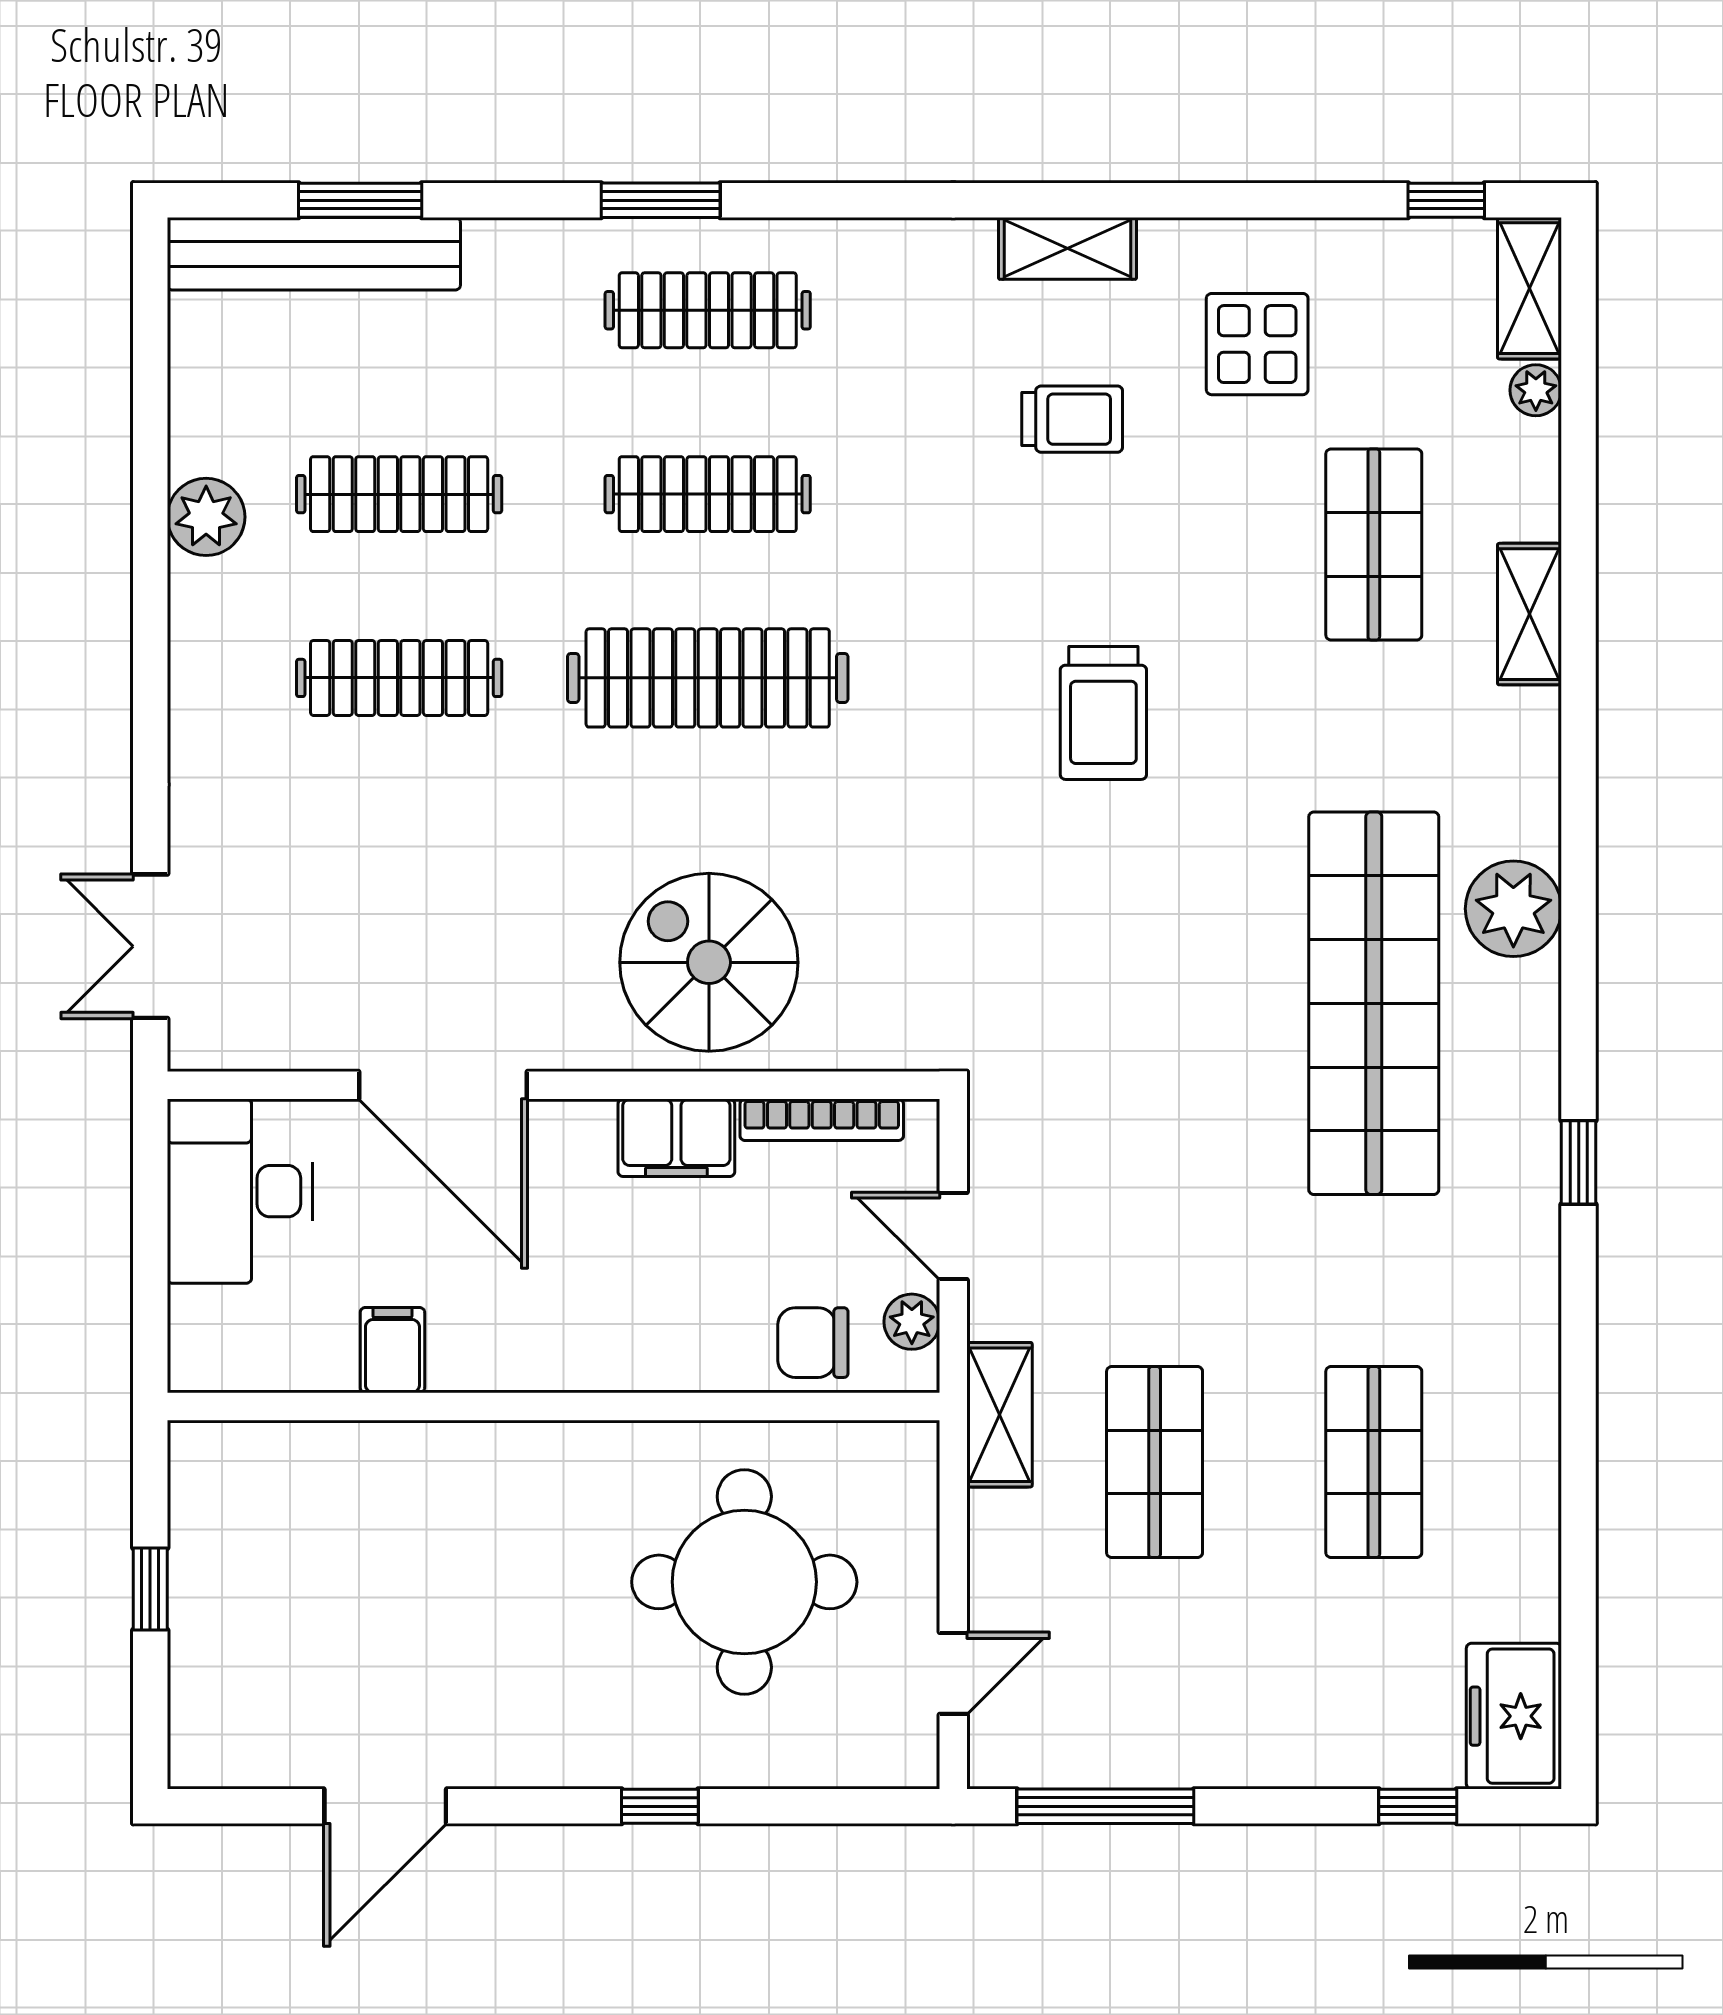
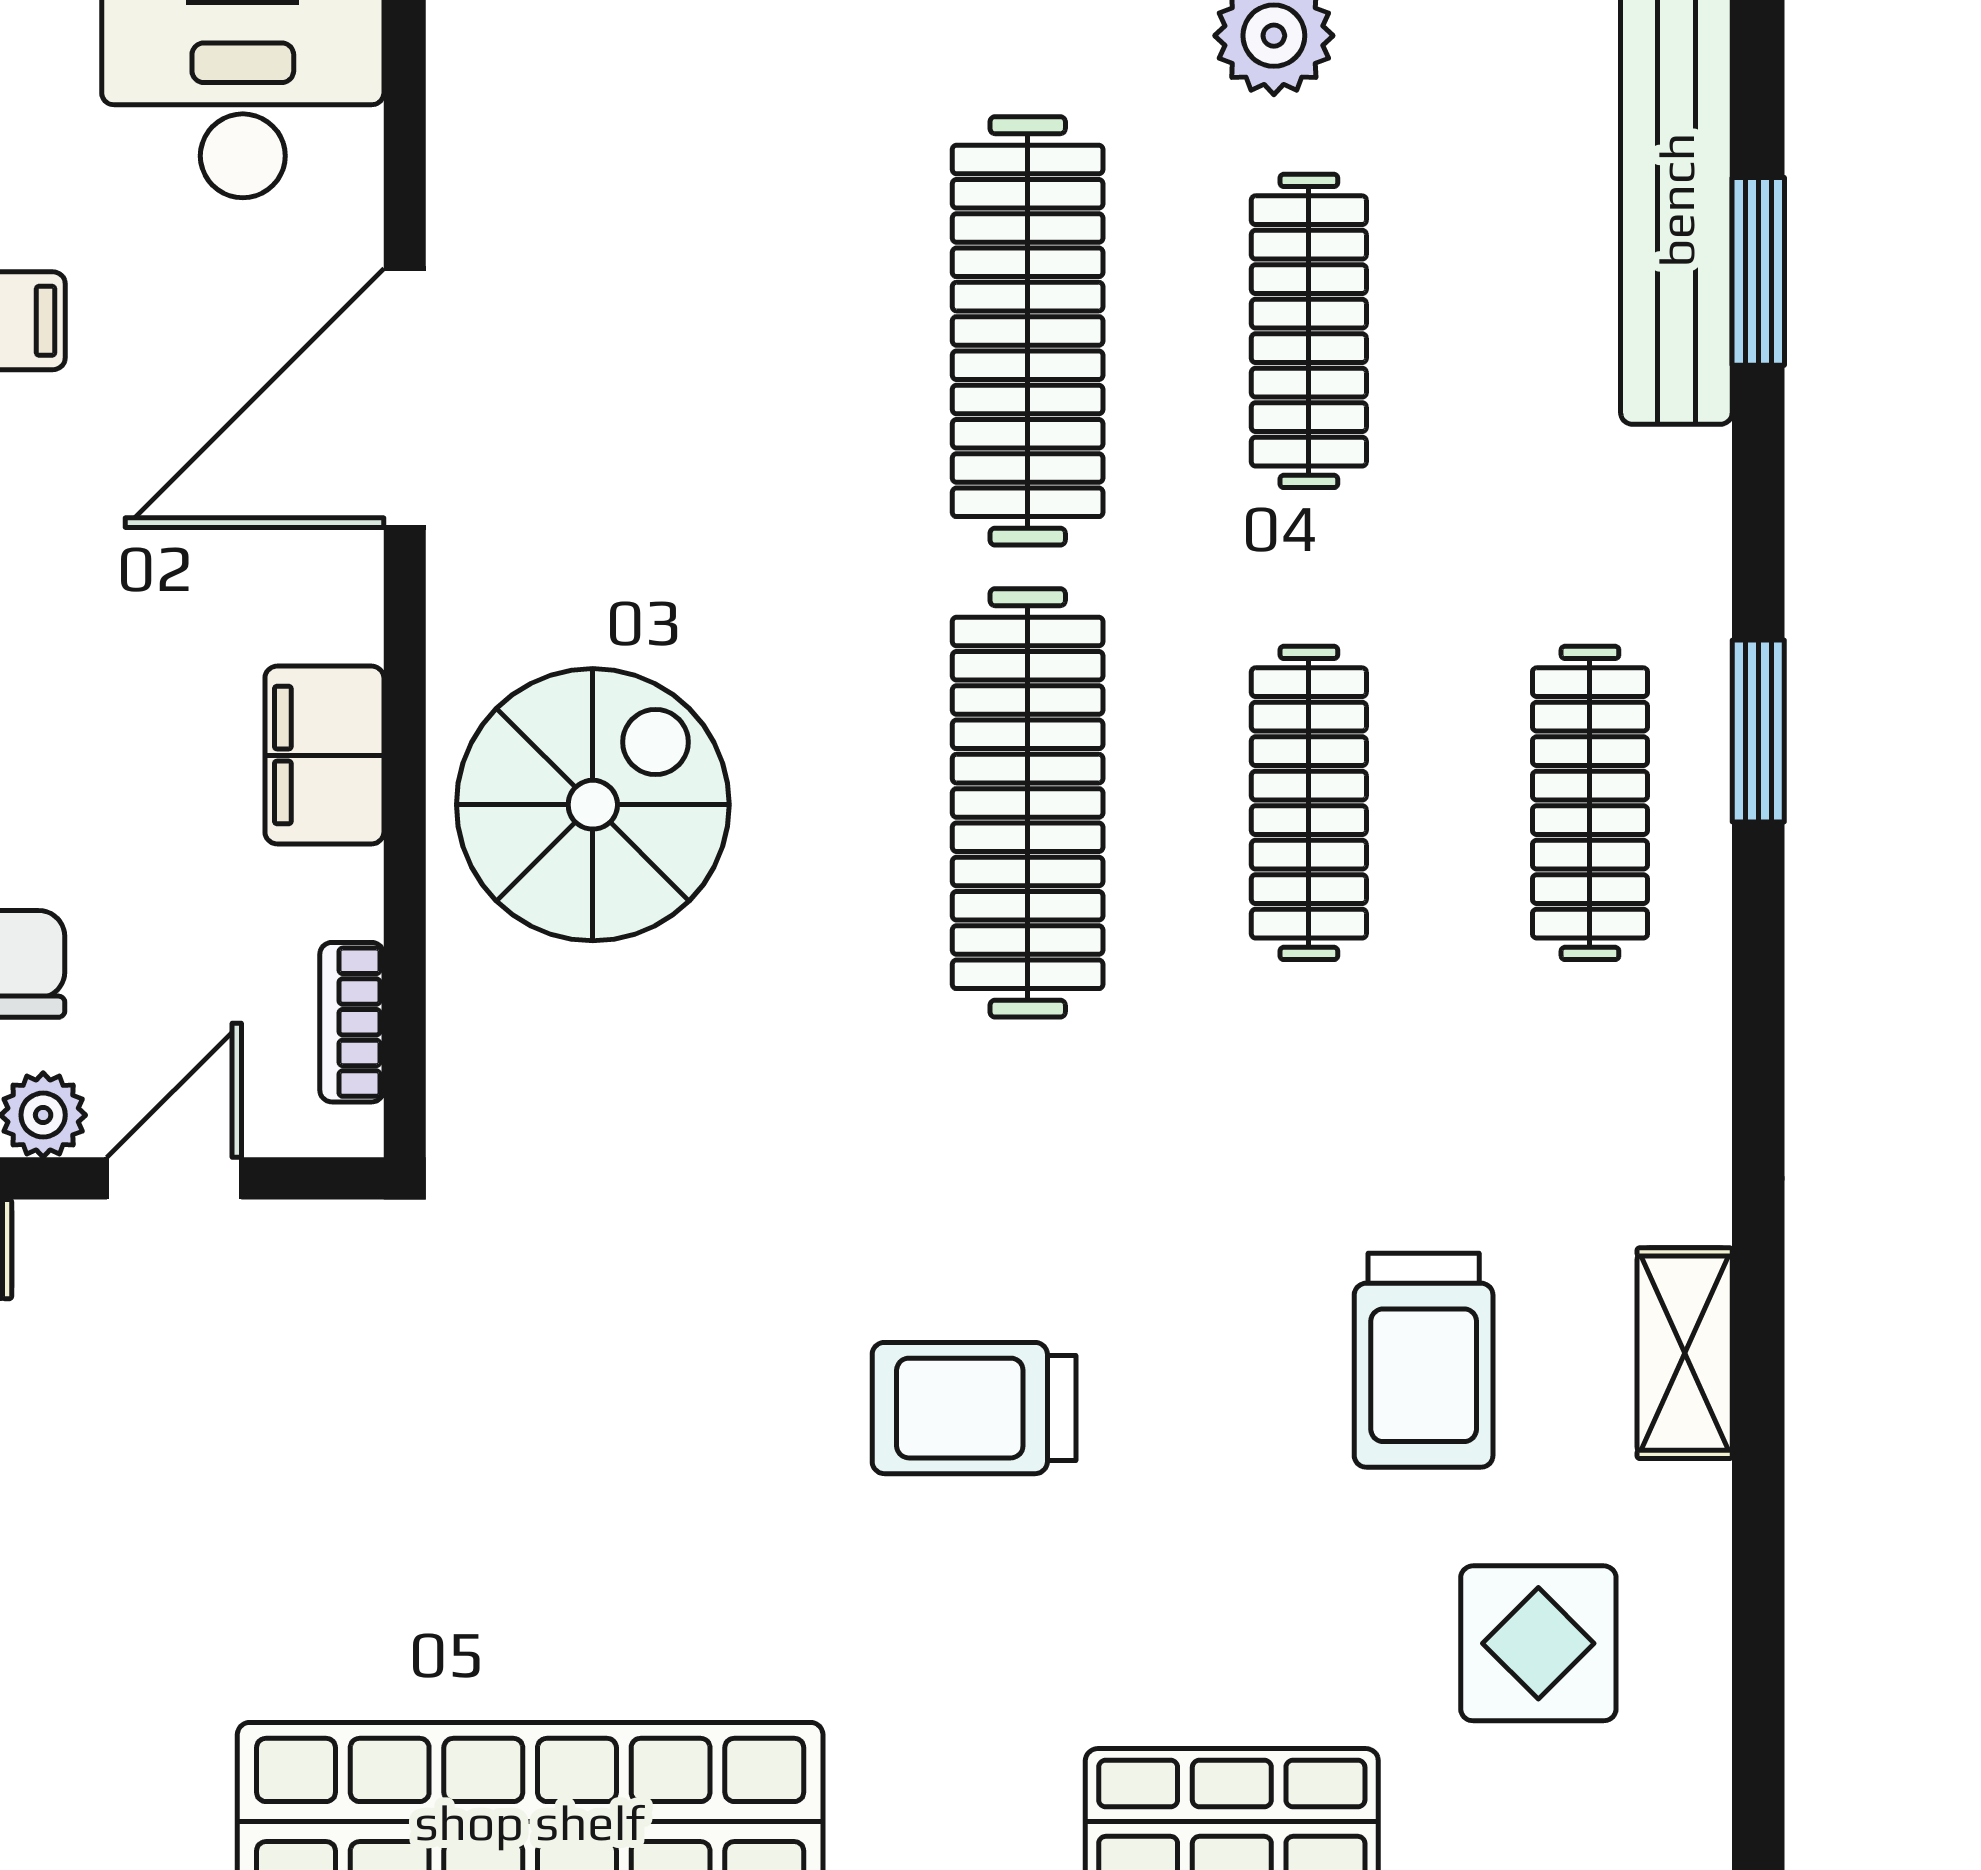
trolley: (1072, 419) -> (1424, 1360), width x1.36, depth x1.39
clothes rail: (399, 678) -> (1028, 331), width x1.37, depth x1.31
bookcase: (822, 1120) -> (352, 1022), width x0.64

